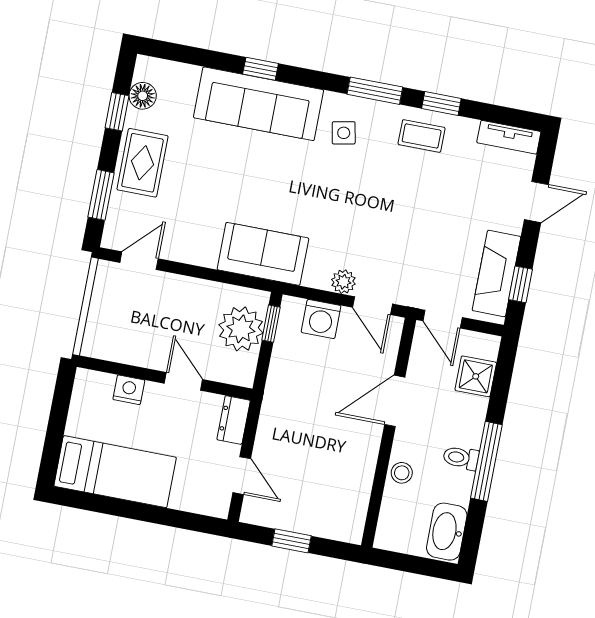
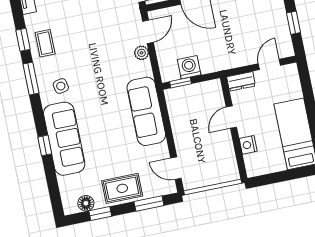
sofa: (263, 254) -> (146, 111), width x1.36
washing machine: (321, 319) -> (189, 67), moved, turned -90
plant: (241, 329) -> (190, 98), removed

